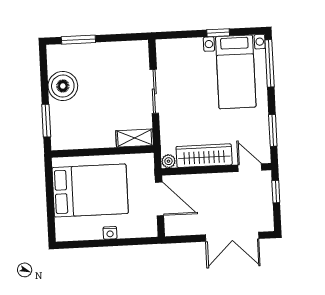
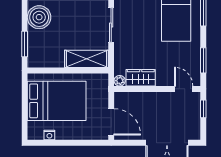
shelving: (135, 138) -> (86, 59), width x1.50, depth x1.33
wardrobe: (204, 156) -> (141, 78), width x0.67
door: (160, 199) -> (111, 122), moved
nightstand: (110, 233) -> (49, 135), moved

